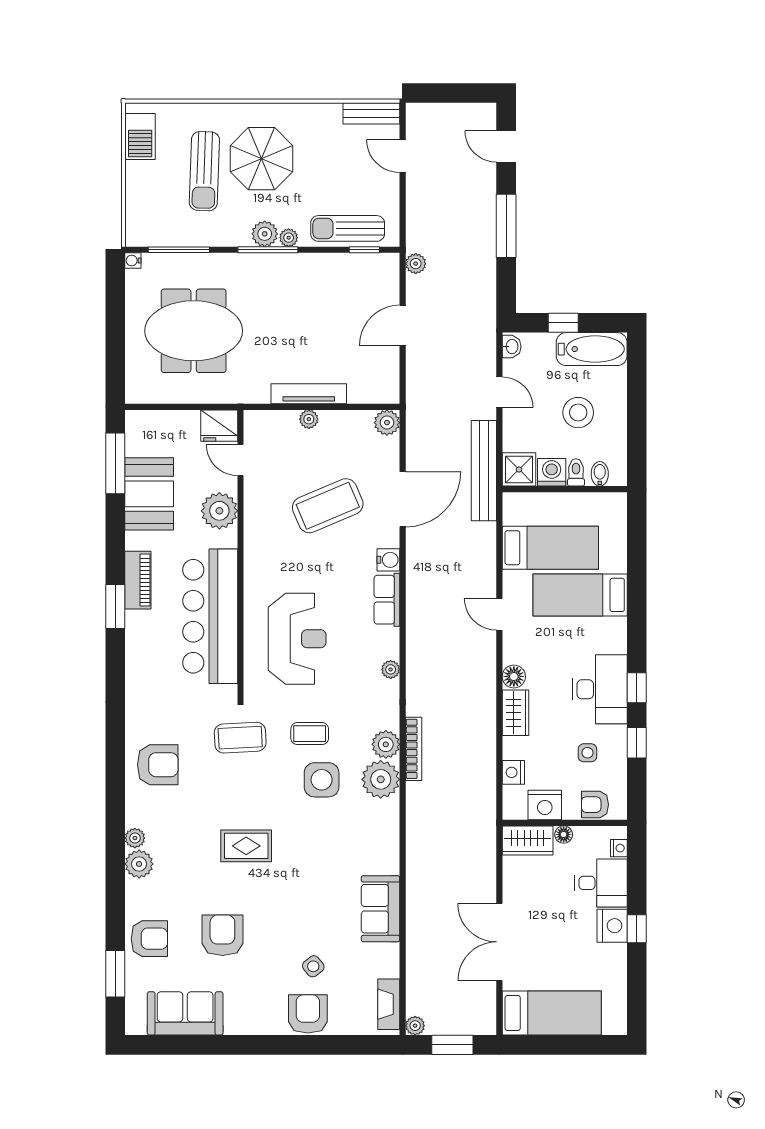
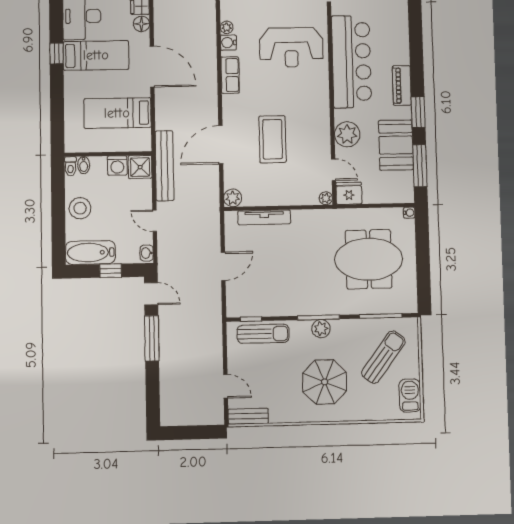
door: (506, 147) -> (151, 294), moved
sun lounger: (204, 171) -> (383, 357), moved, turned 35
plant: (289, 238) -> (304, 326), removed
water cooler: (133, 261) -> (409, 213), moved
plant: (416, 264) -> (215, 310), removed
tv unit: (309, 394) -> (264, 217), moved
stool: (578, 413) -> (80, 208), moved
plant: (309, 419) -> (326, 198), moved
toilet: (576, 472) -> (70, 166), moved
coffee table: (328, 506) -> (272, 139), turned -67
water cooler: (388, 560) -> (228, 43), moved
bed: (580, 595) -> (96, 55), moved
window: (115, 607) -> (418, 112), moved
door: (499, 614) -> (152, 67), width x1.87
reception desk: (297, 639) -> (291, 47), turned -90
window: (637, 688) -> (57, 53), moved

